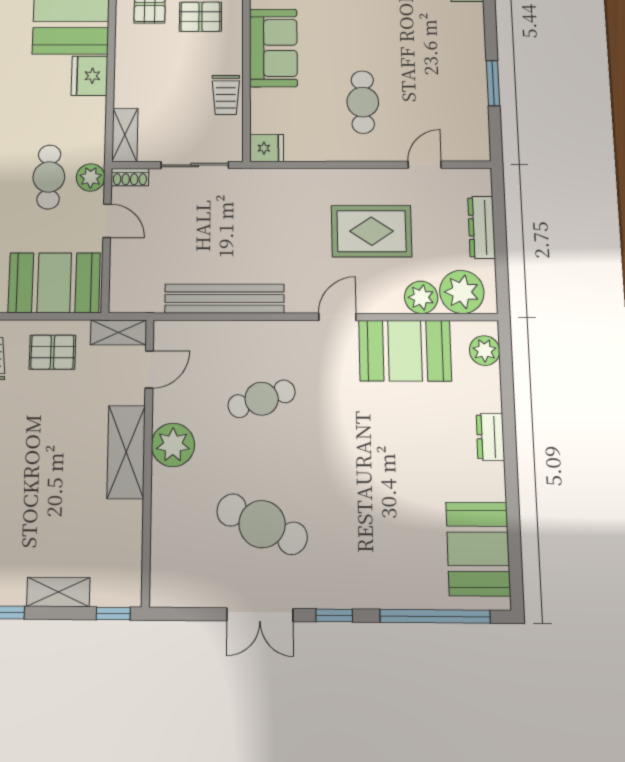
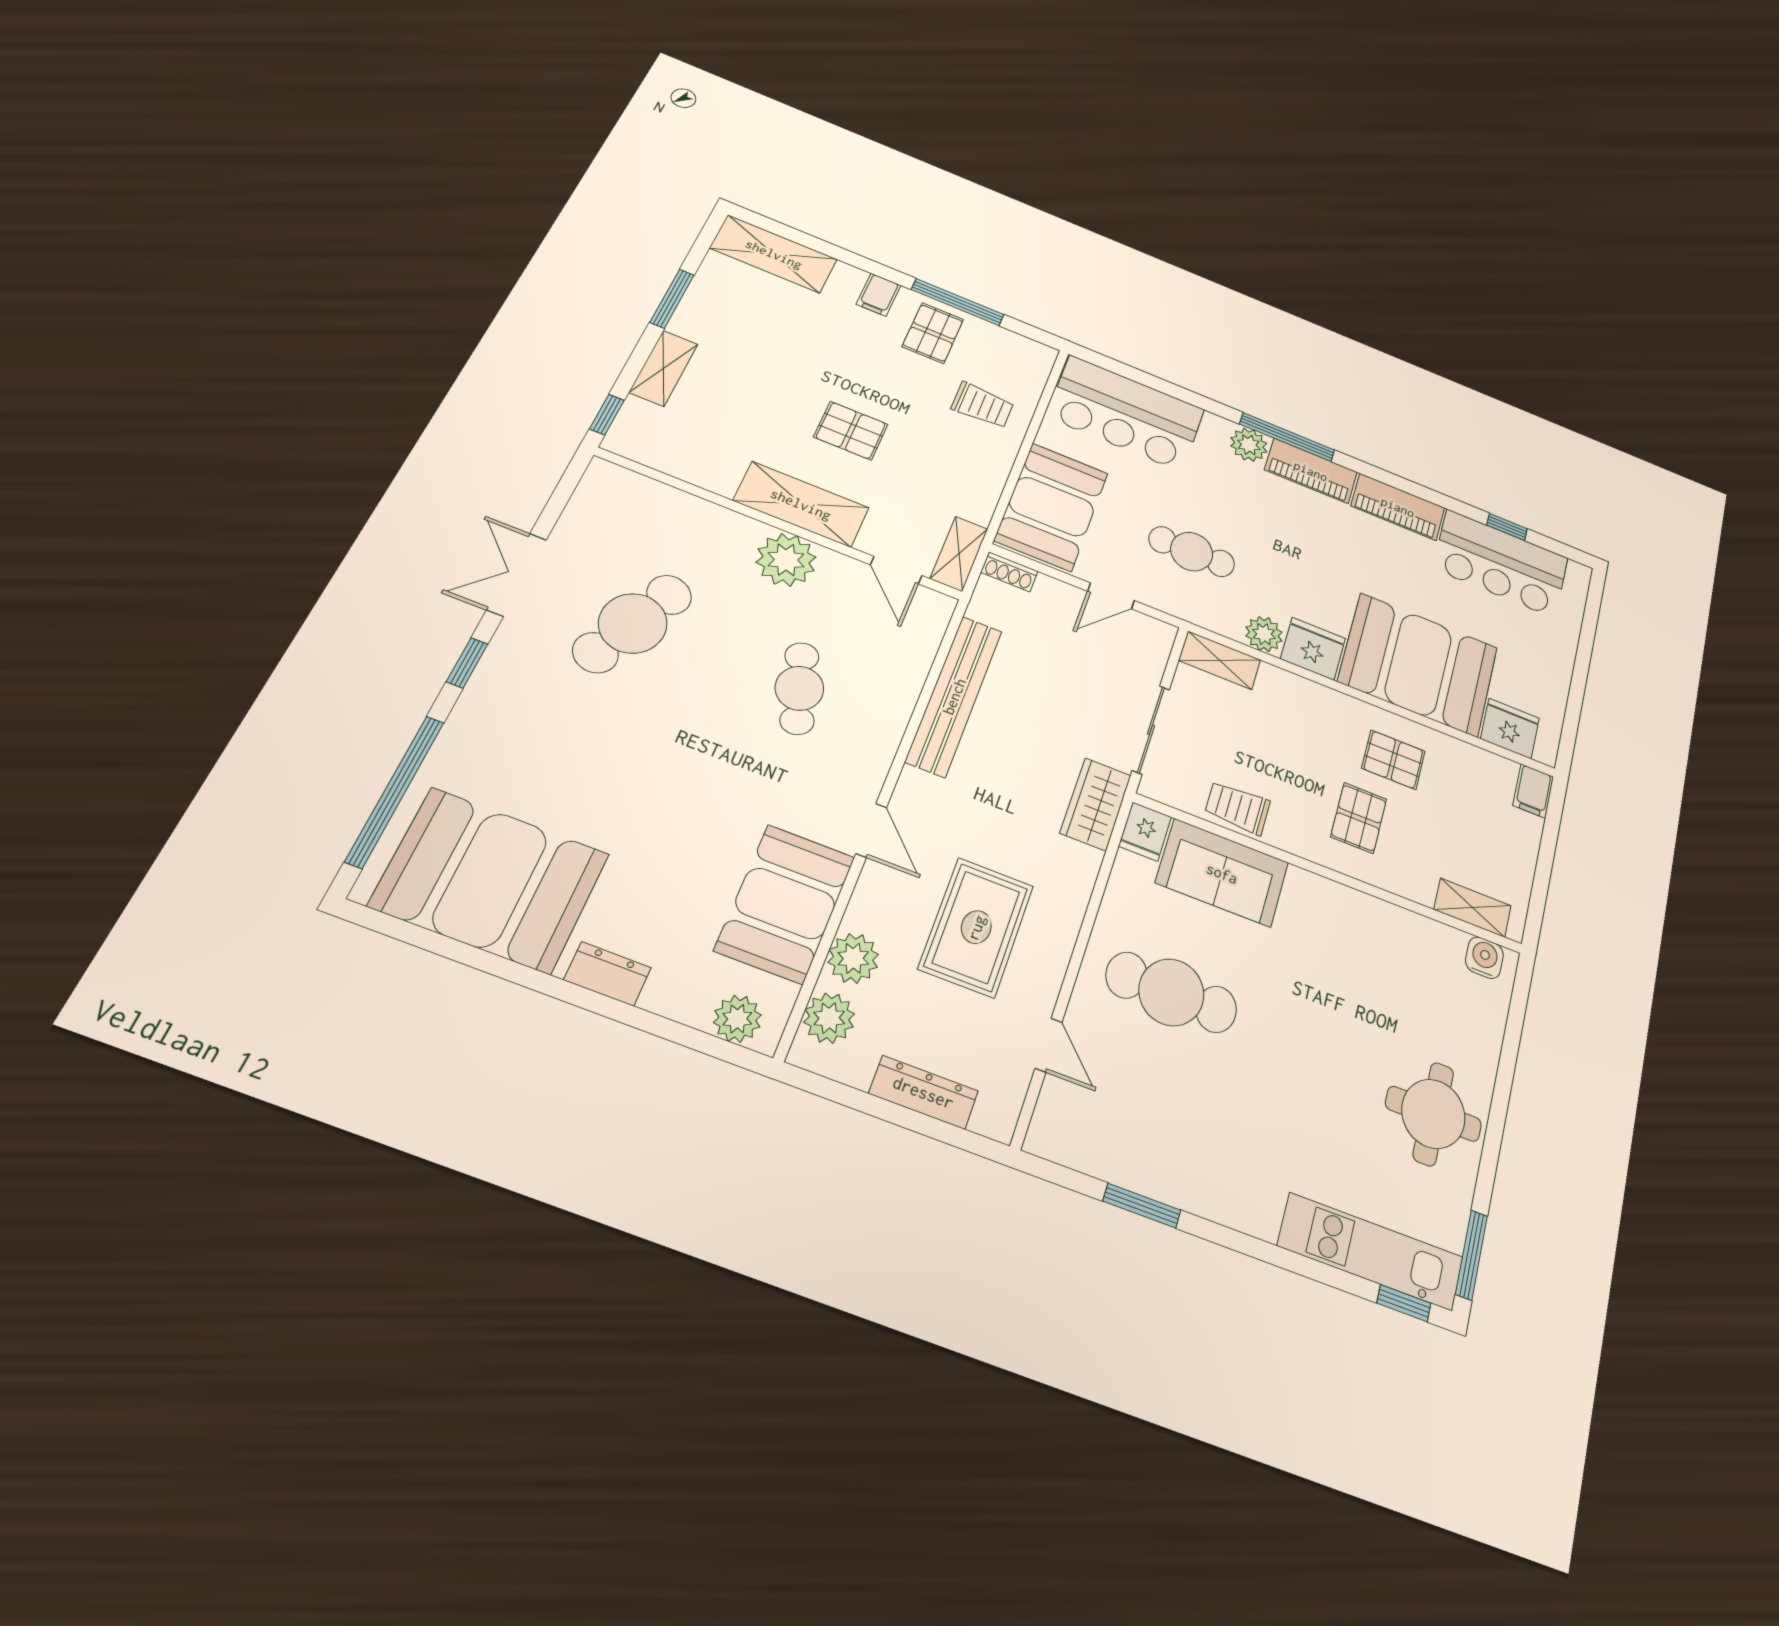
sofa: (273, 48) -> (1222, 873), moved
cafe table: (363, 102) -> (1171, 992), width x1.37, depth x1.35
plant: (91, 177) -> (1264, 634), moved
shoe rack: (130, 177) -> (1009, 572), moved, turned -90
wardrobe: (261, 184) -> (1096, 804), added
plant: (462, 292) -> (829, 1018), width x0.73, depth x0.73
pallet: (52, 352) -> (851, 431), moved, turned 90
booth: (478, 549) -> (490, 880), width x1.36, depth x1.42

